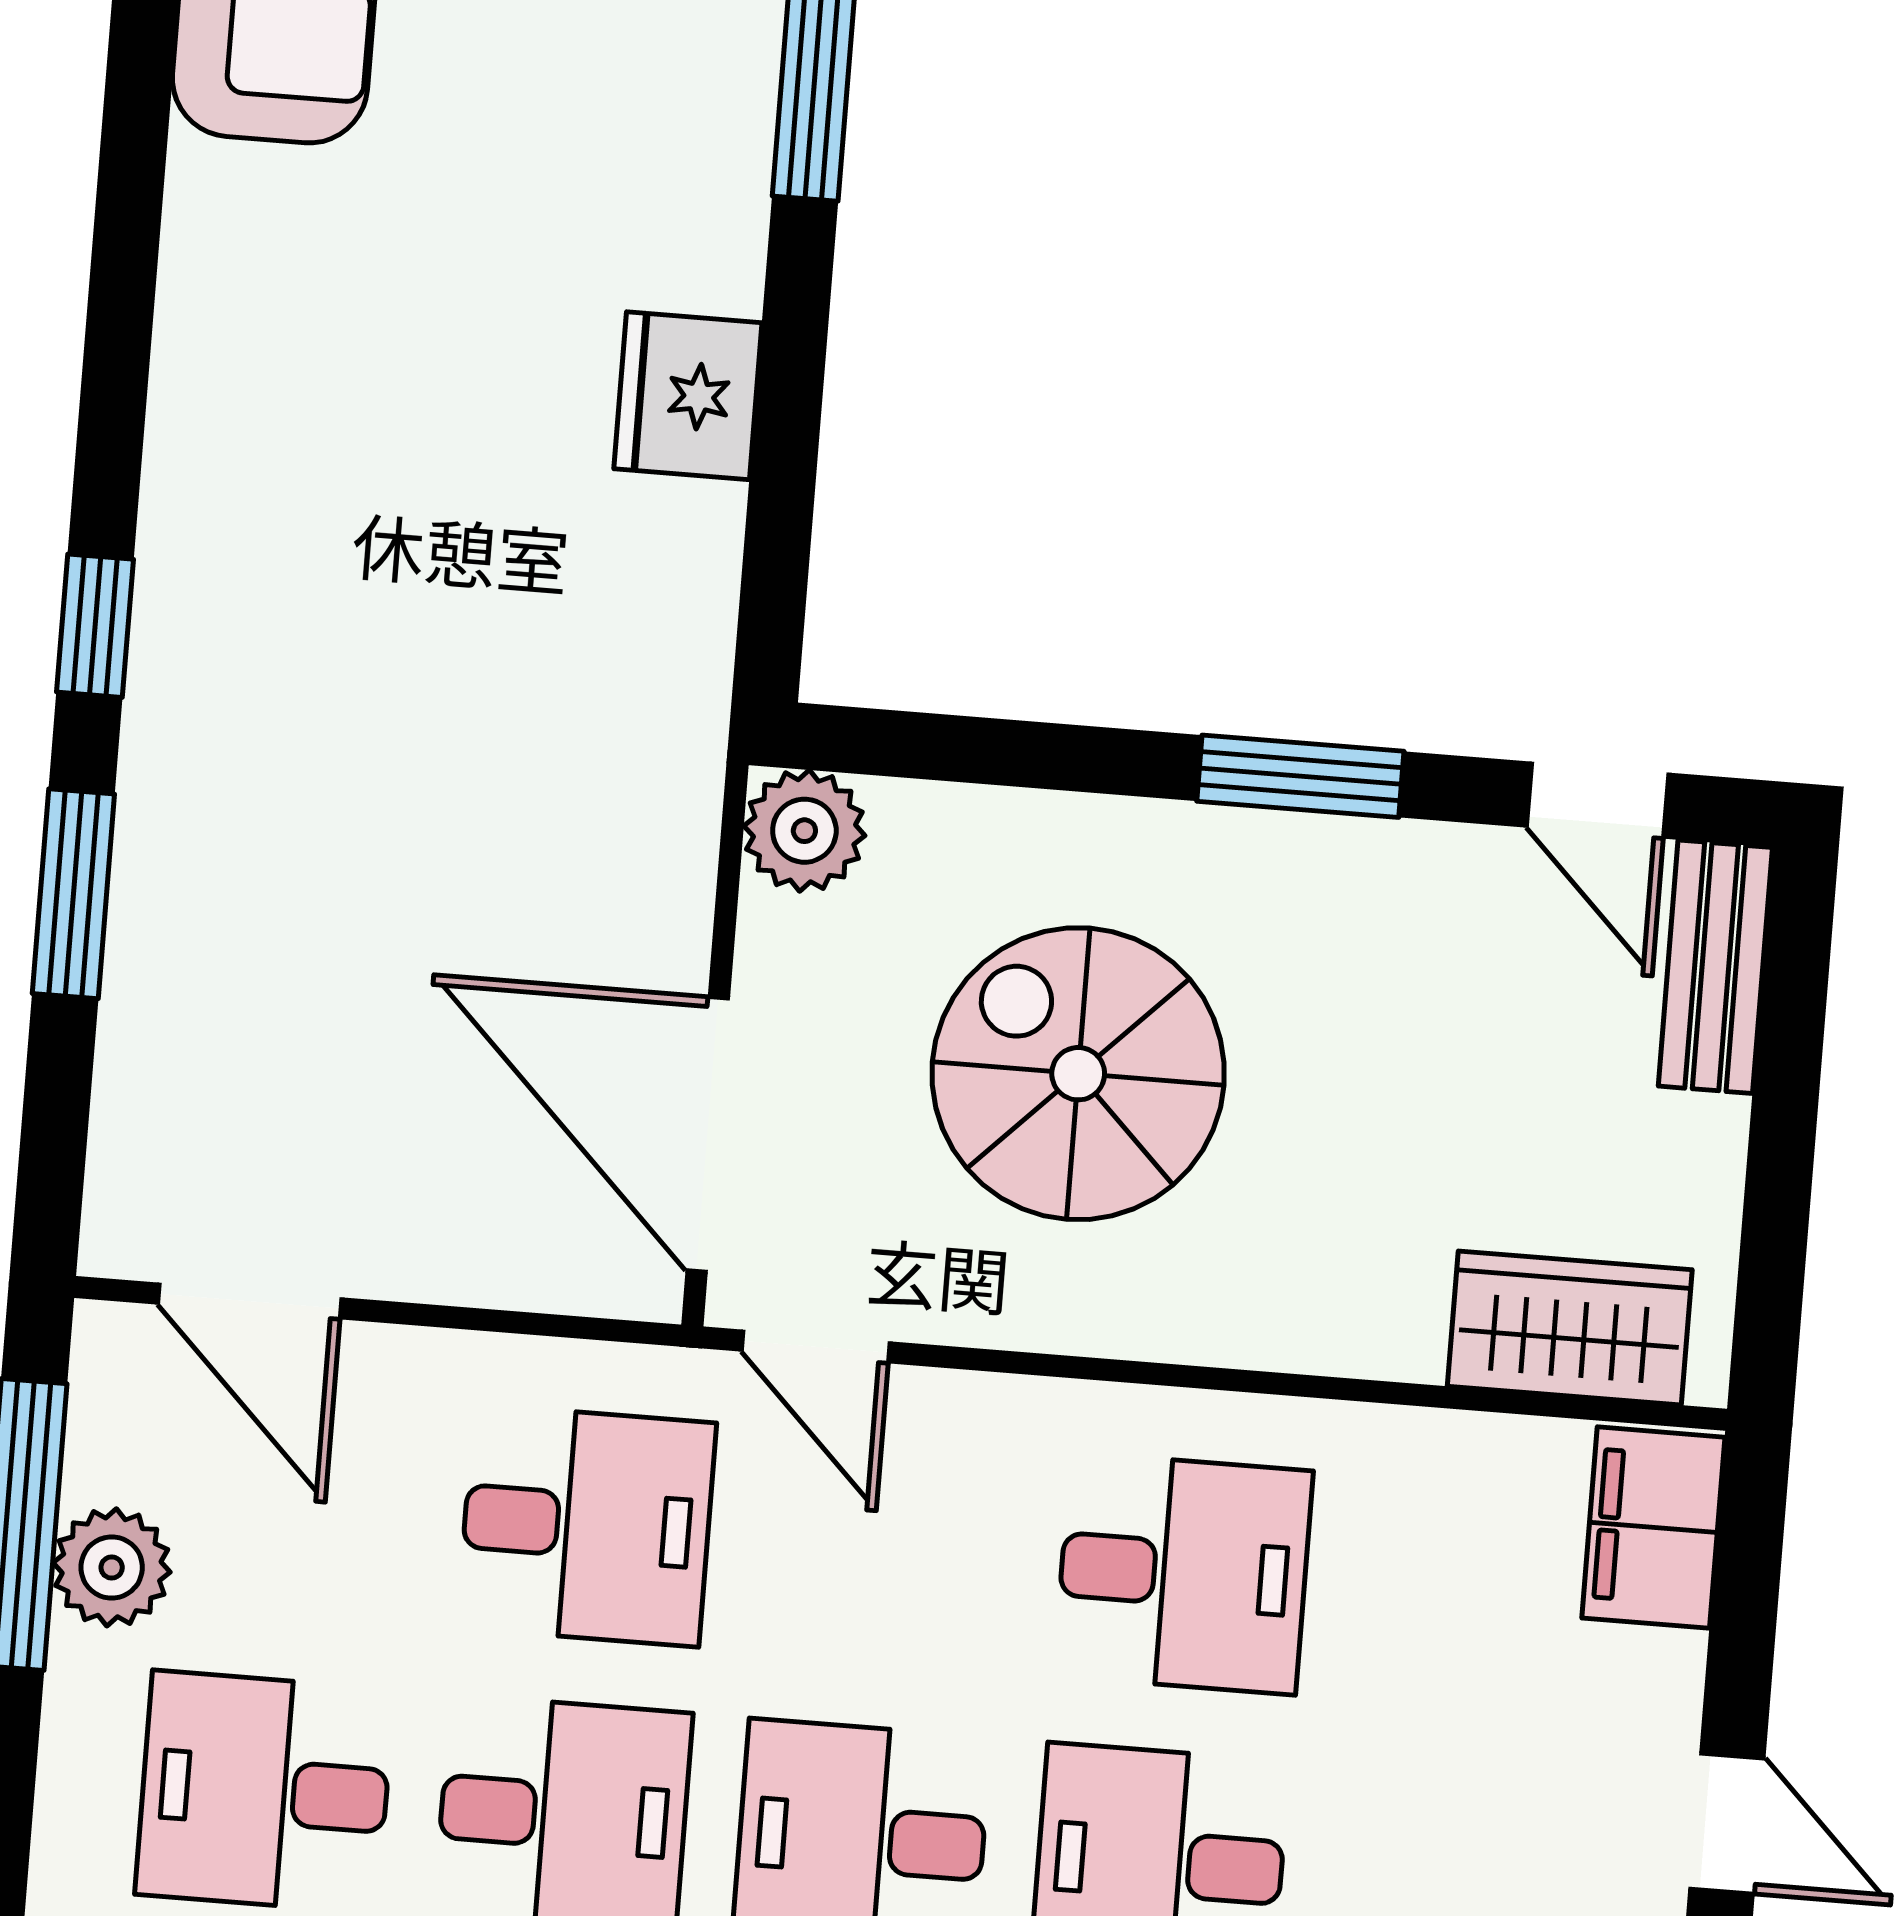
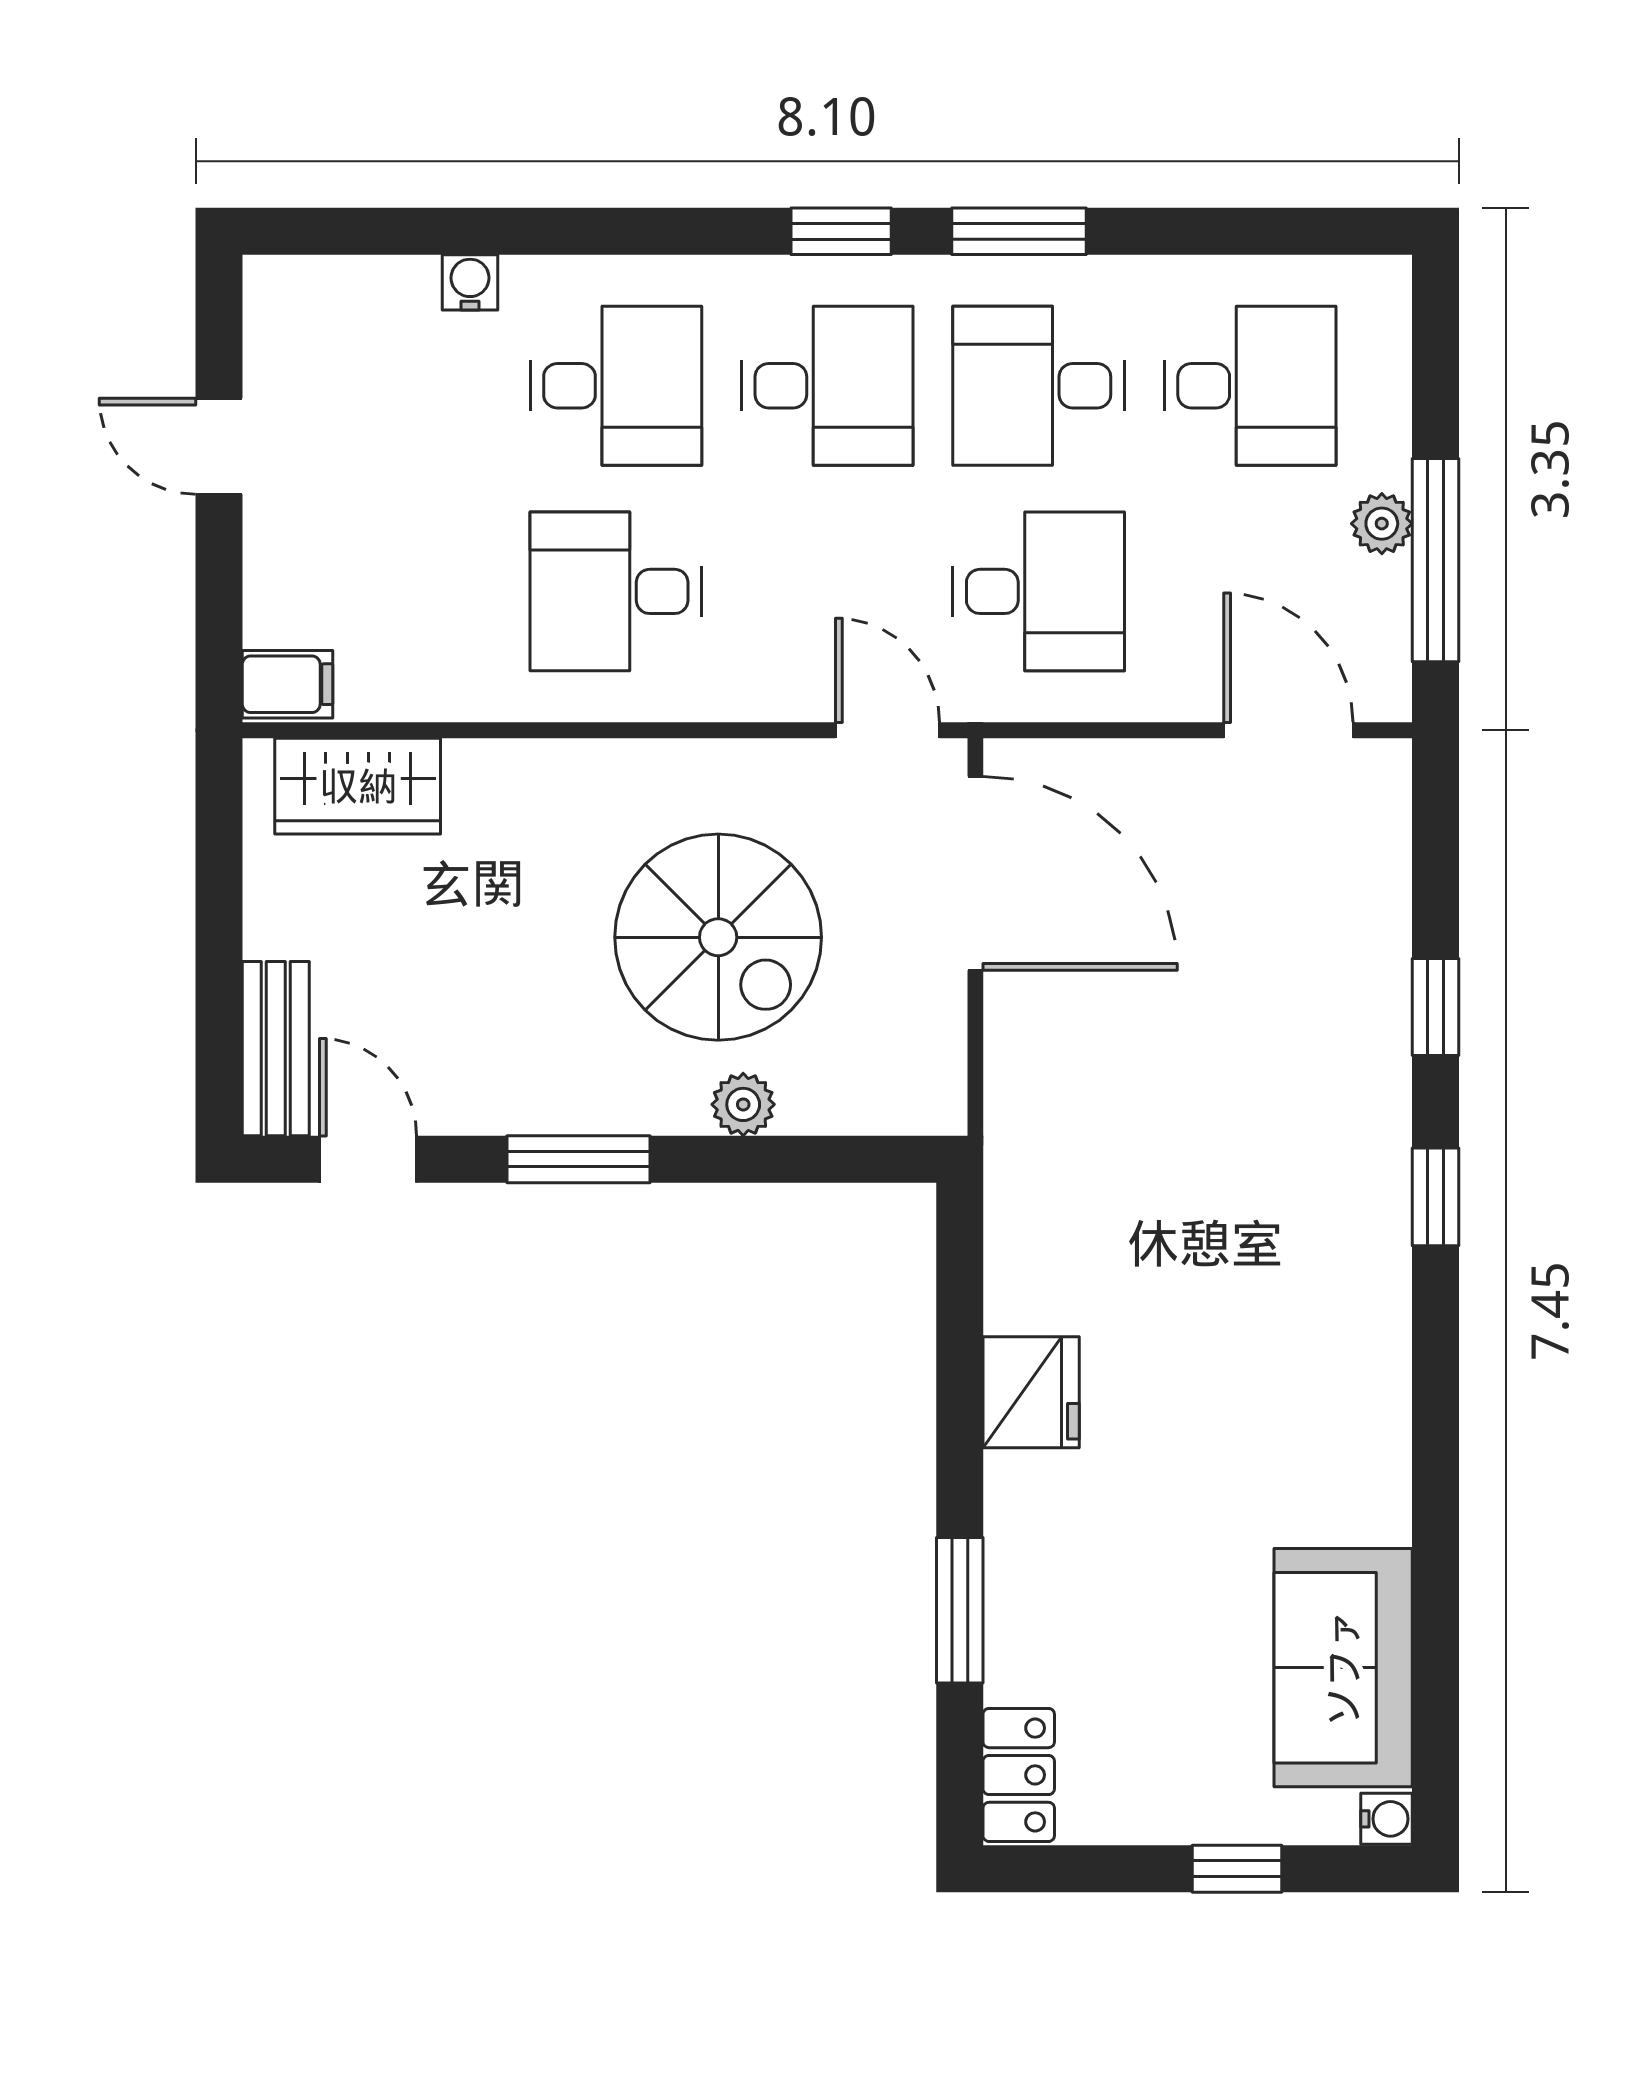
plant: (804, 831) -> (743, 1104), moved, width x0.73, depth x0.73
window: (73, 894) -> (1435, 1007), width x0.67
desk: (586, 1525) -> (1039, 591), turned 180
filing cabinet: (1653, 1528) -> (288, 684), width x0.50
plant: (112, 1567) -> (1382, 524), width x0.73, depth x0.73

